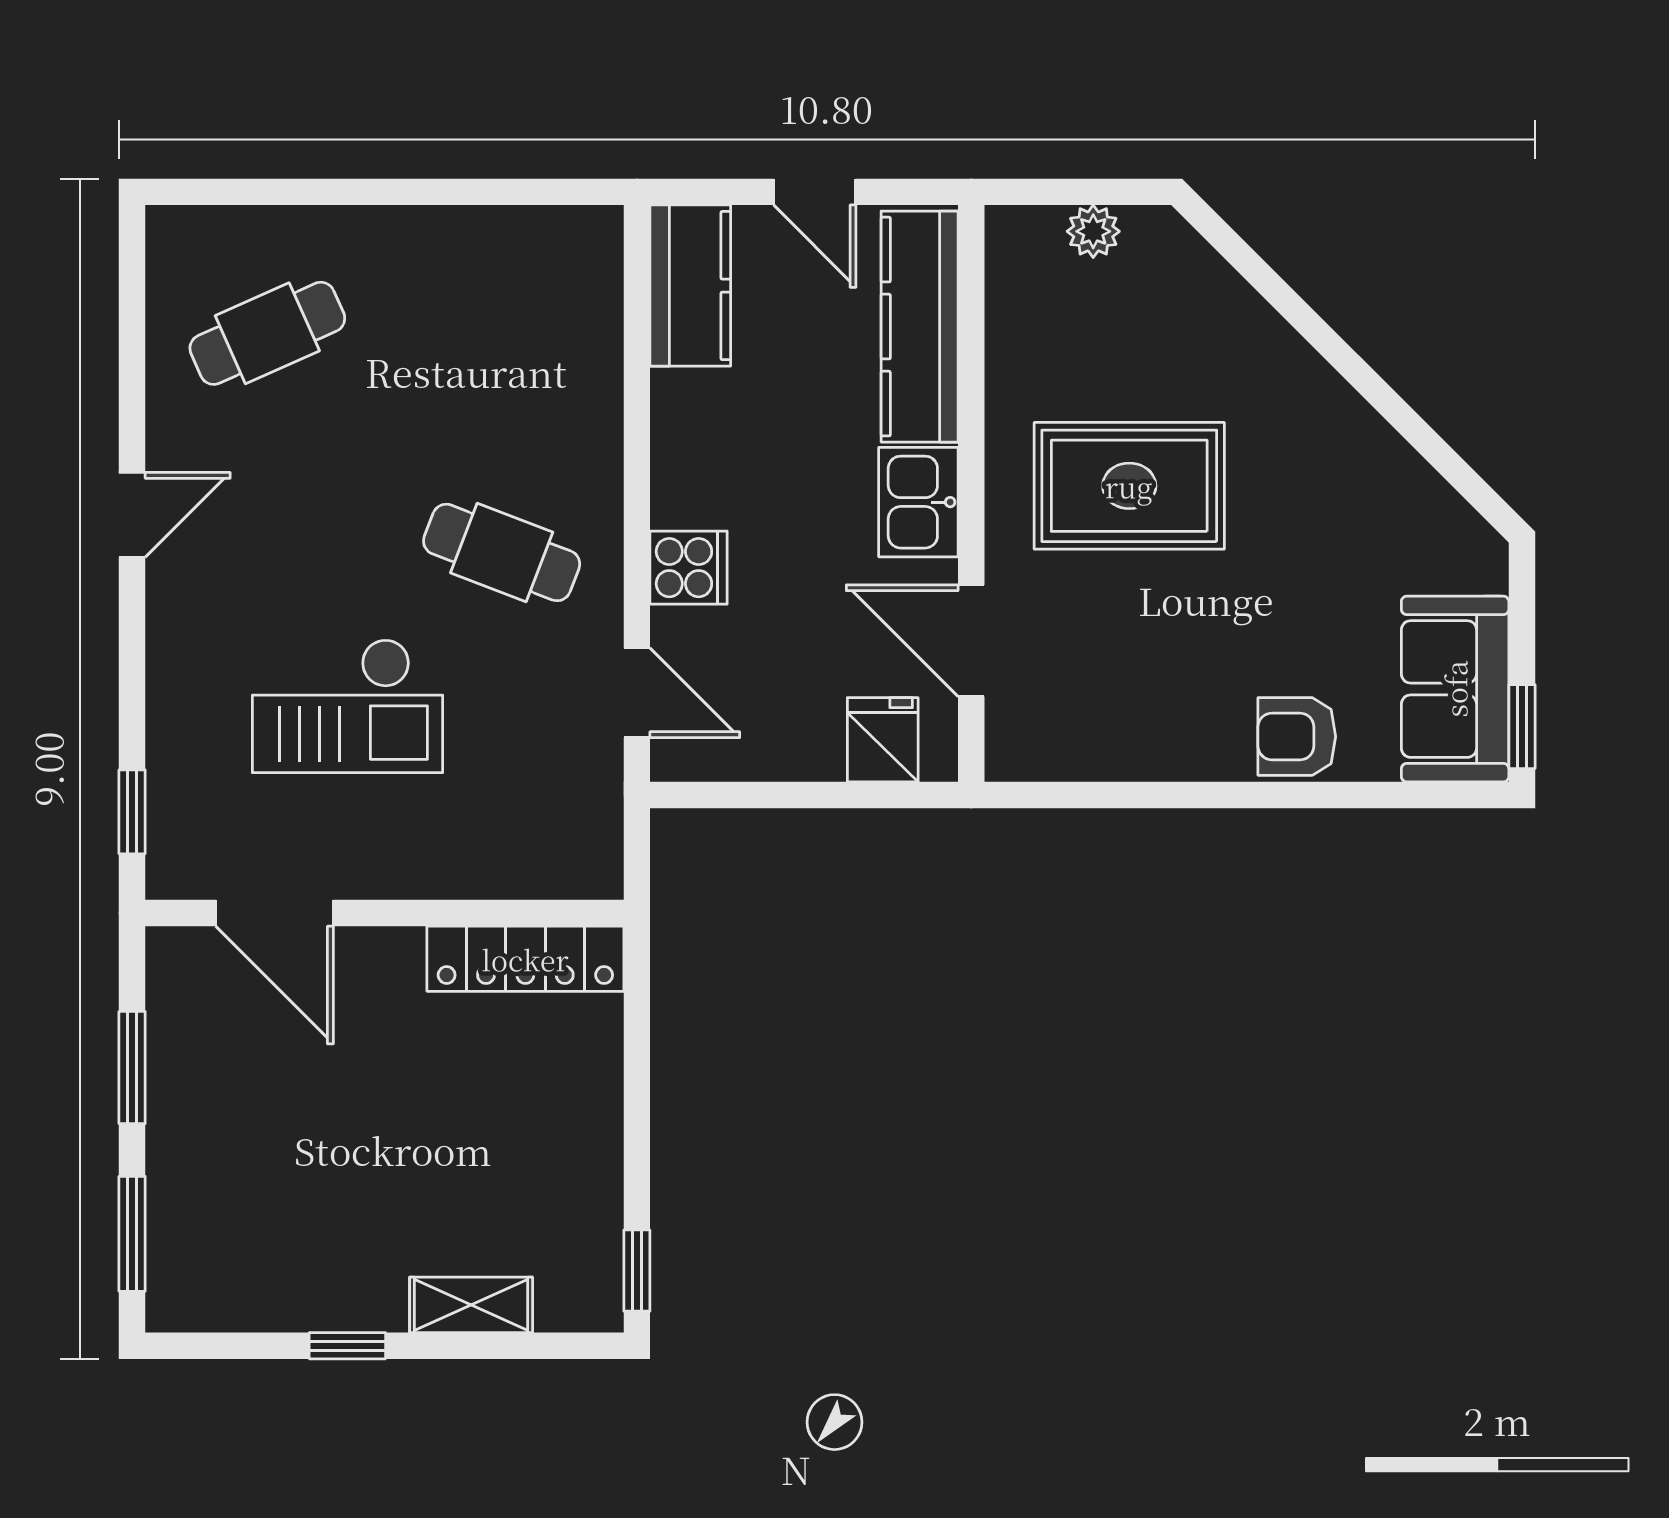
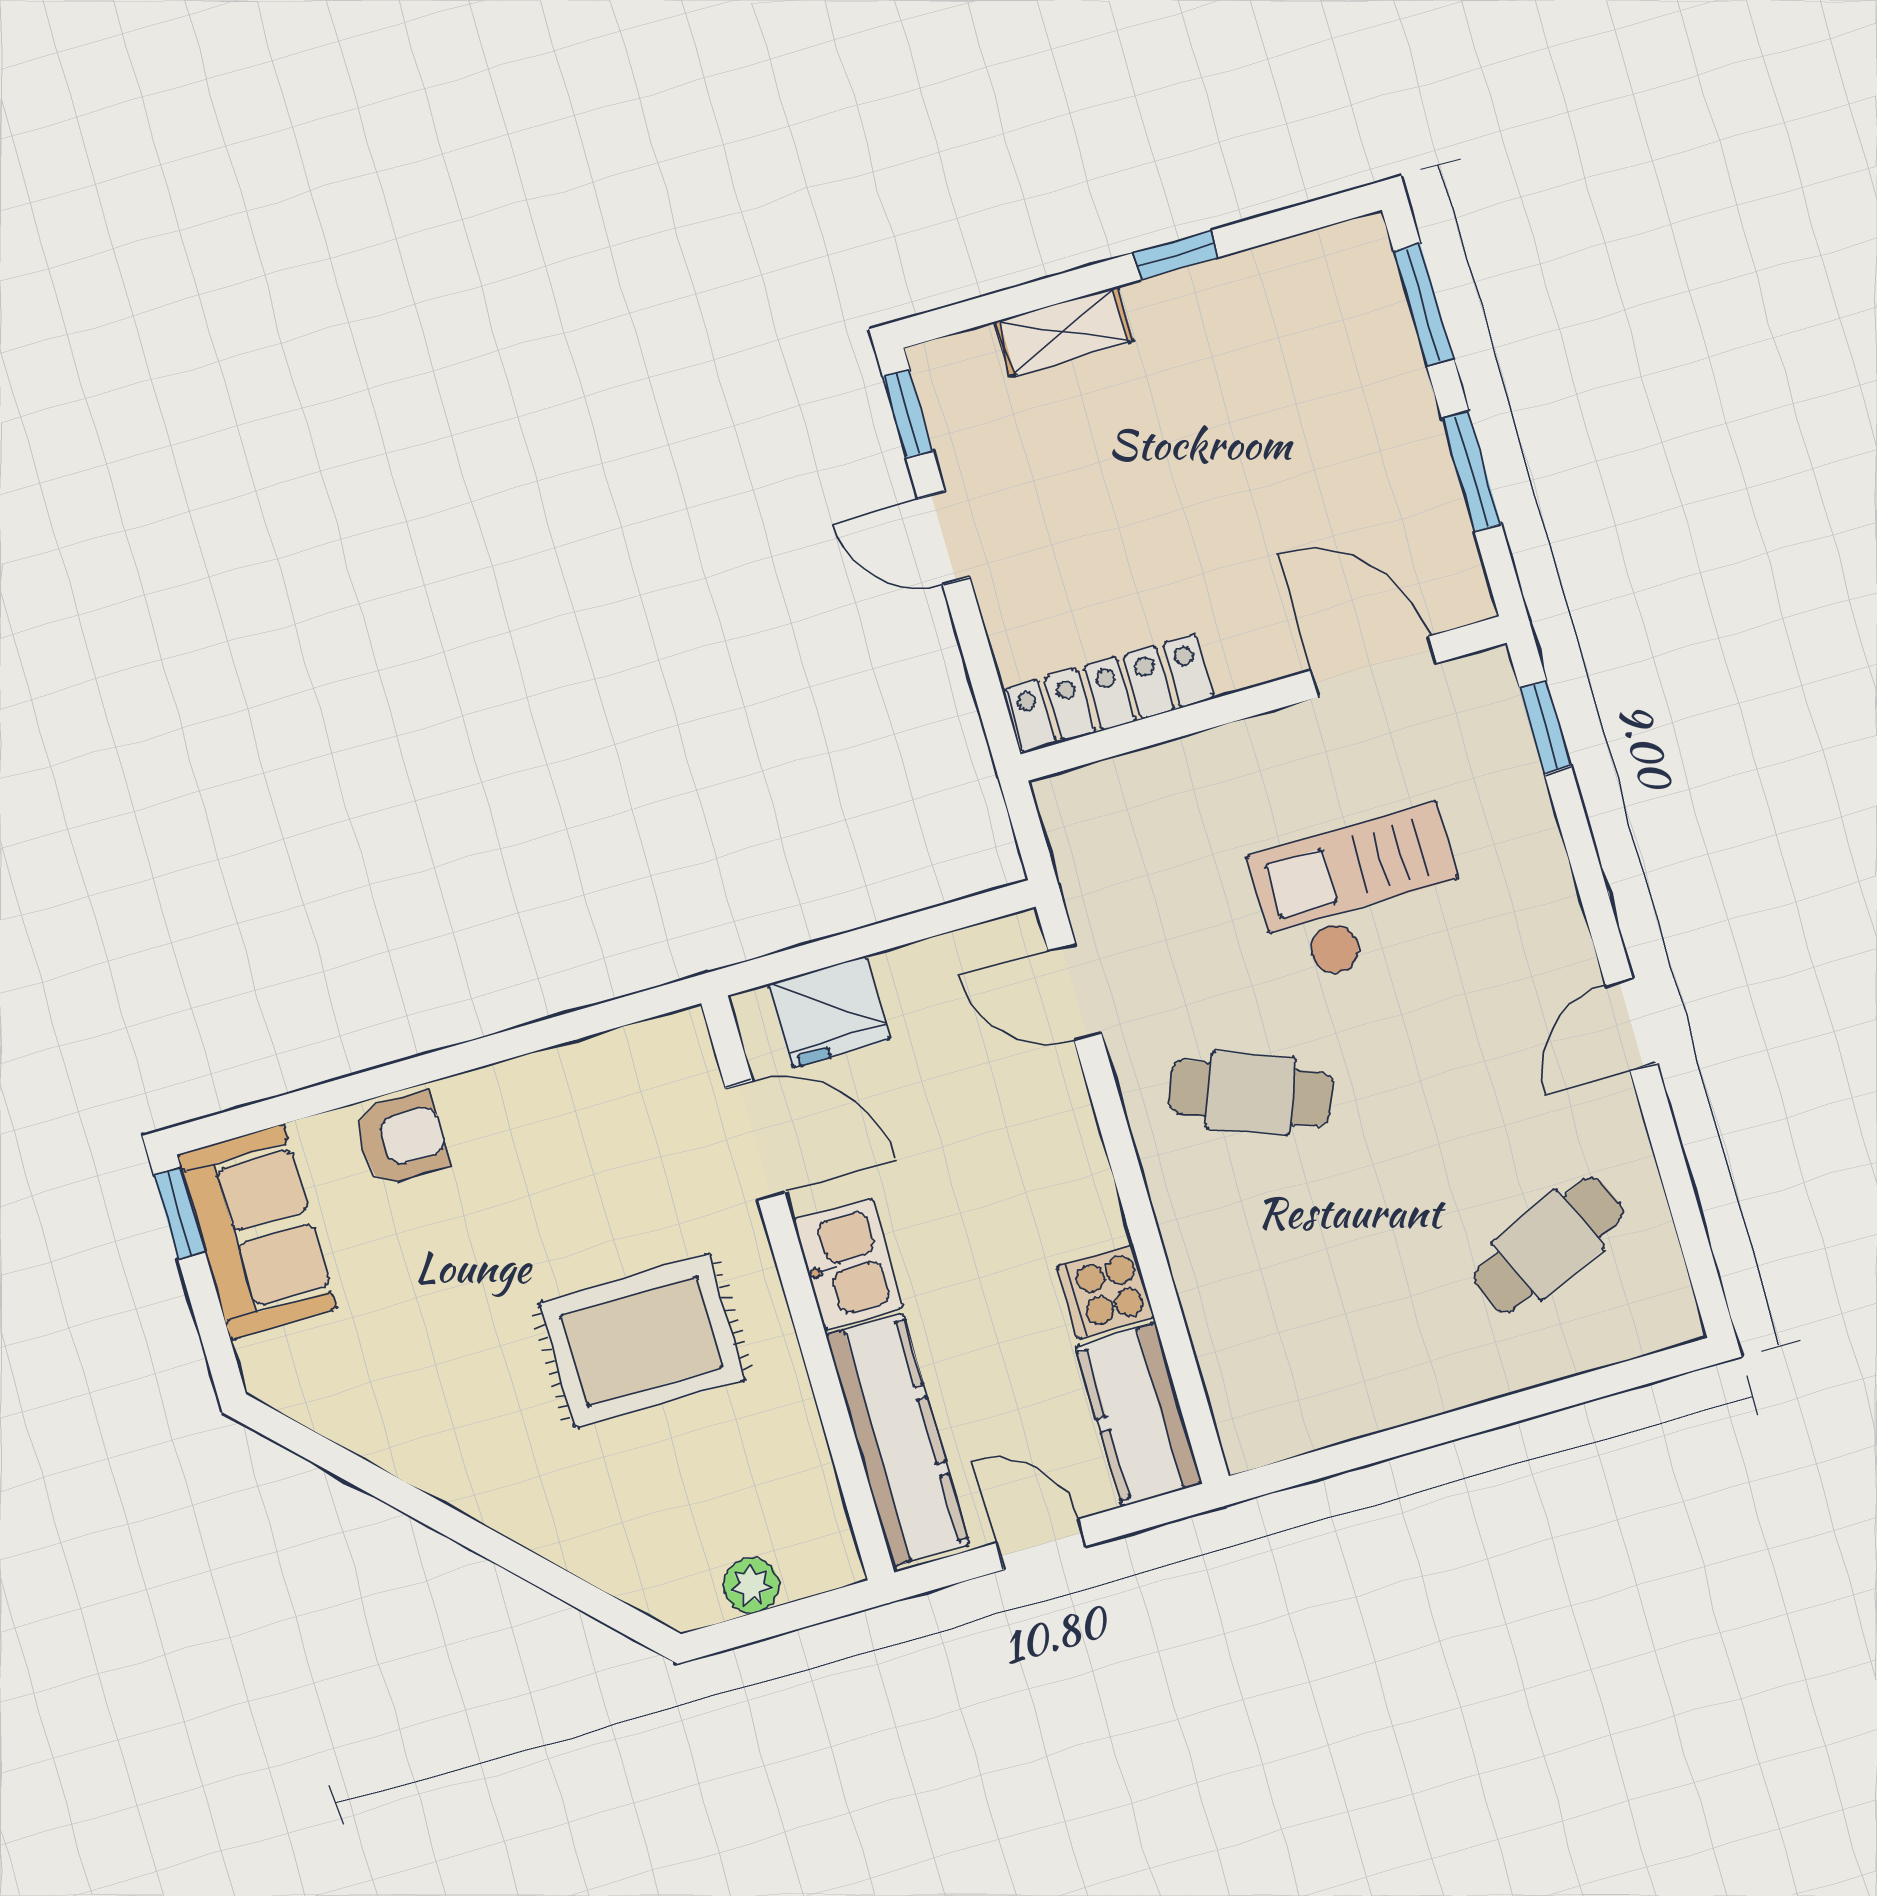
cooker: (689, 568) -> (1105, 1292), moved
fridge: (883, 740) -> (829, 1012), width x1.38
door: (637, 1147) -> (944, 538), added

